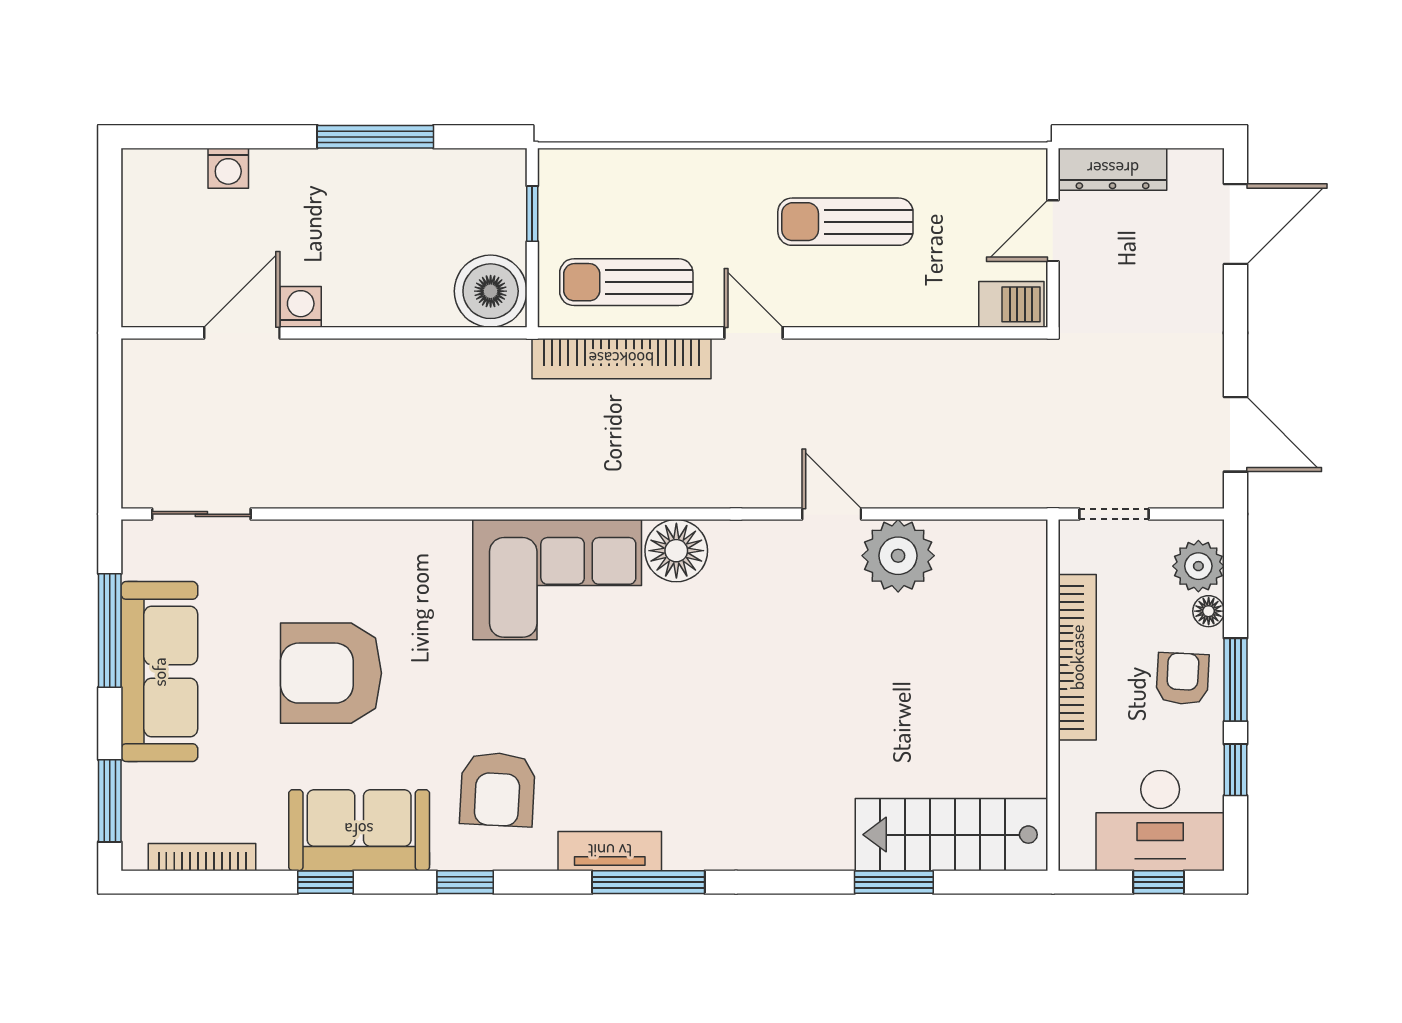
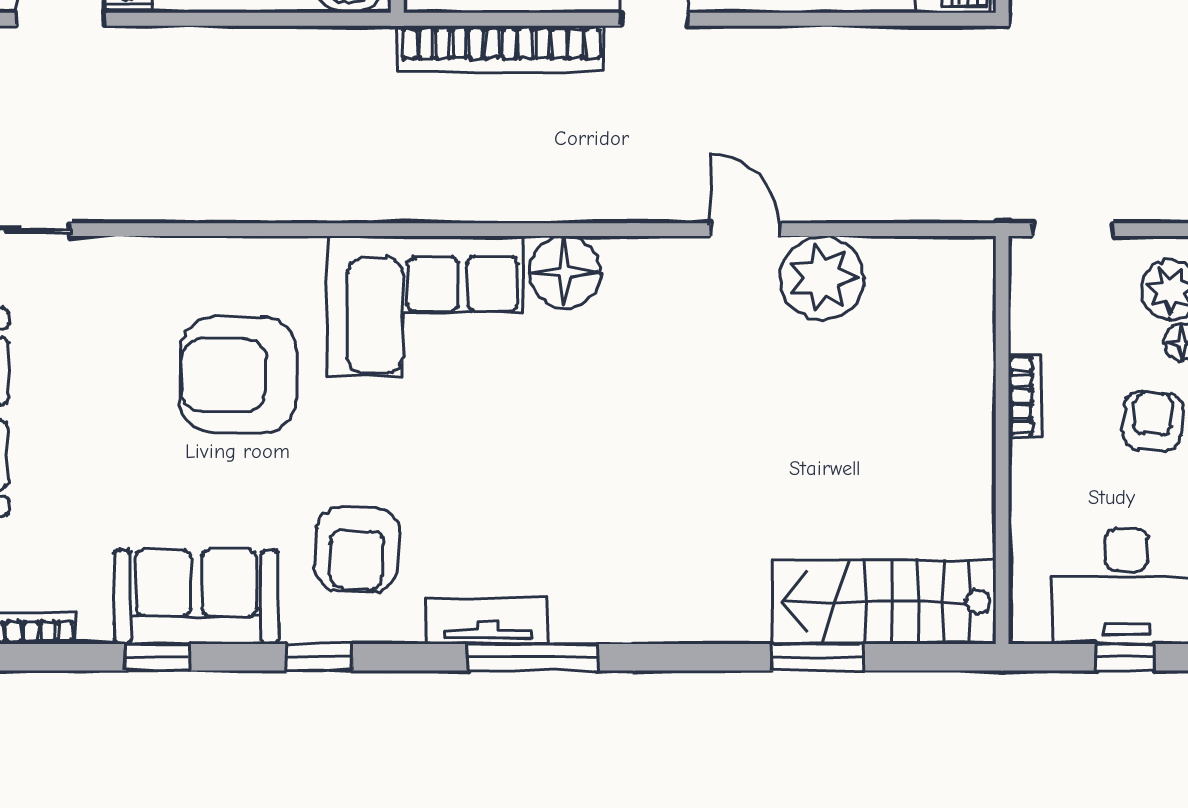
bookcase: (1077, 657) -> (1025, 396), width x0.43, depth x0.76
armchair: (331, 673) -> (238, 375), moved

